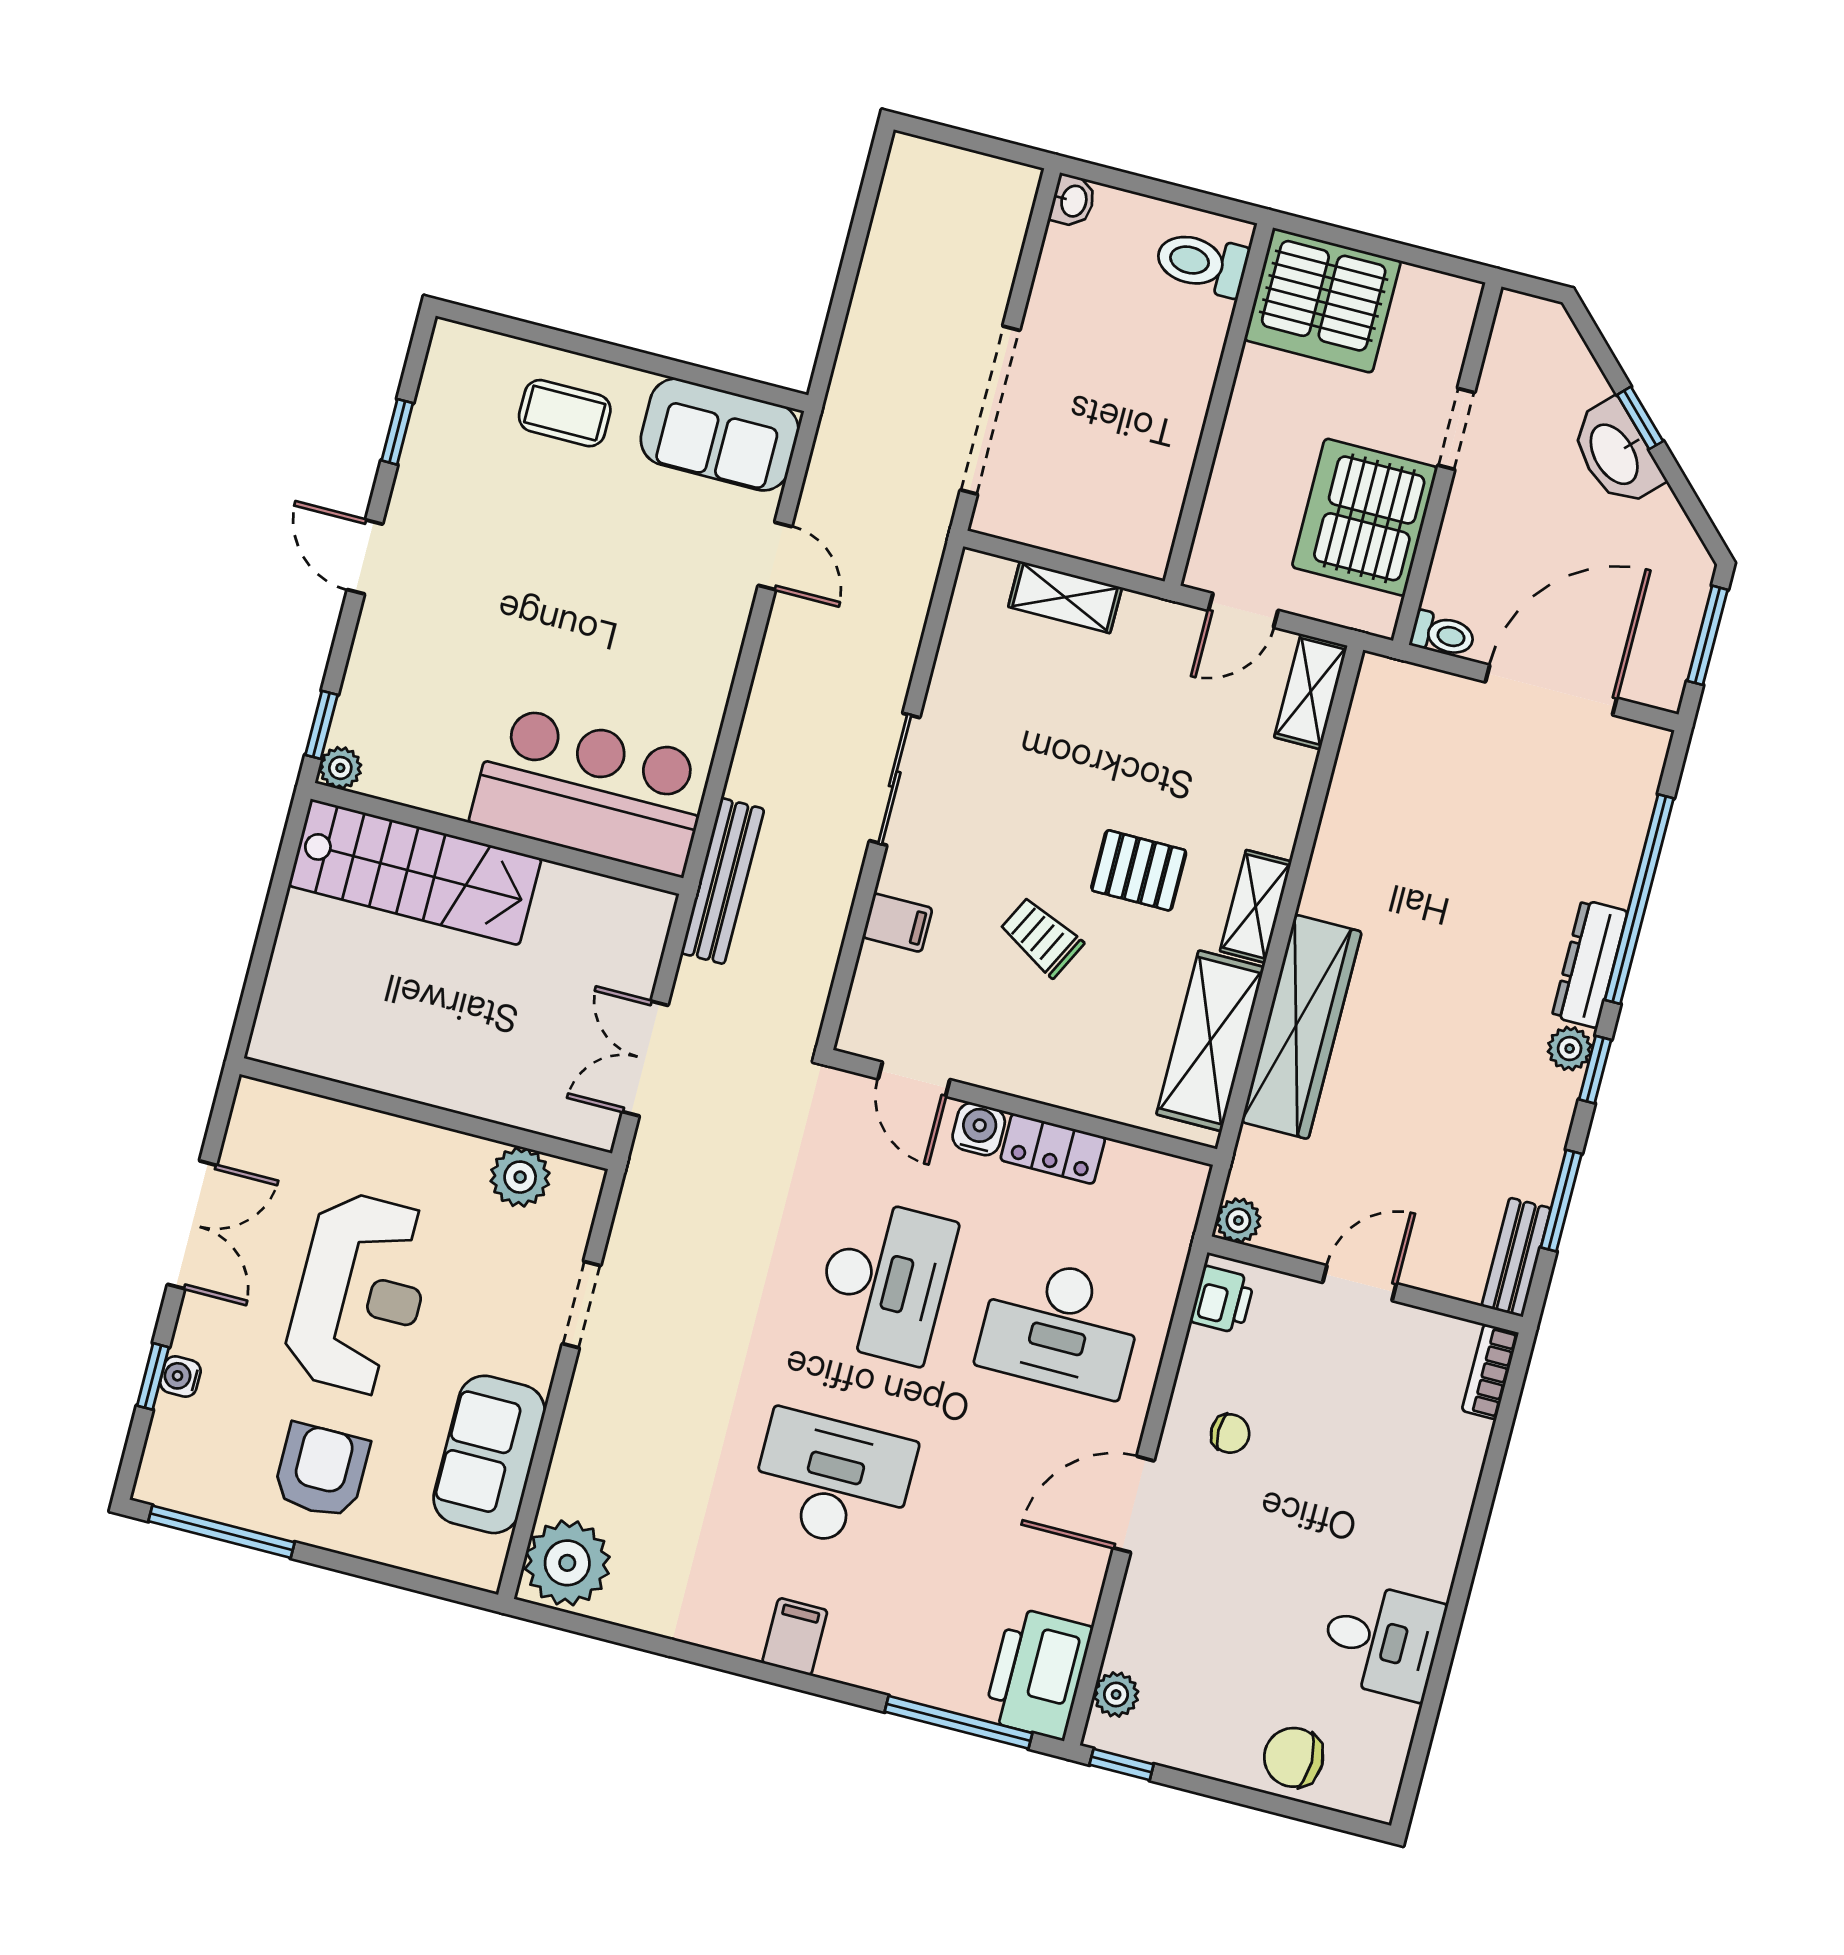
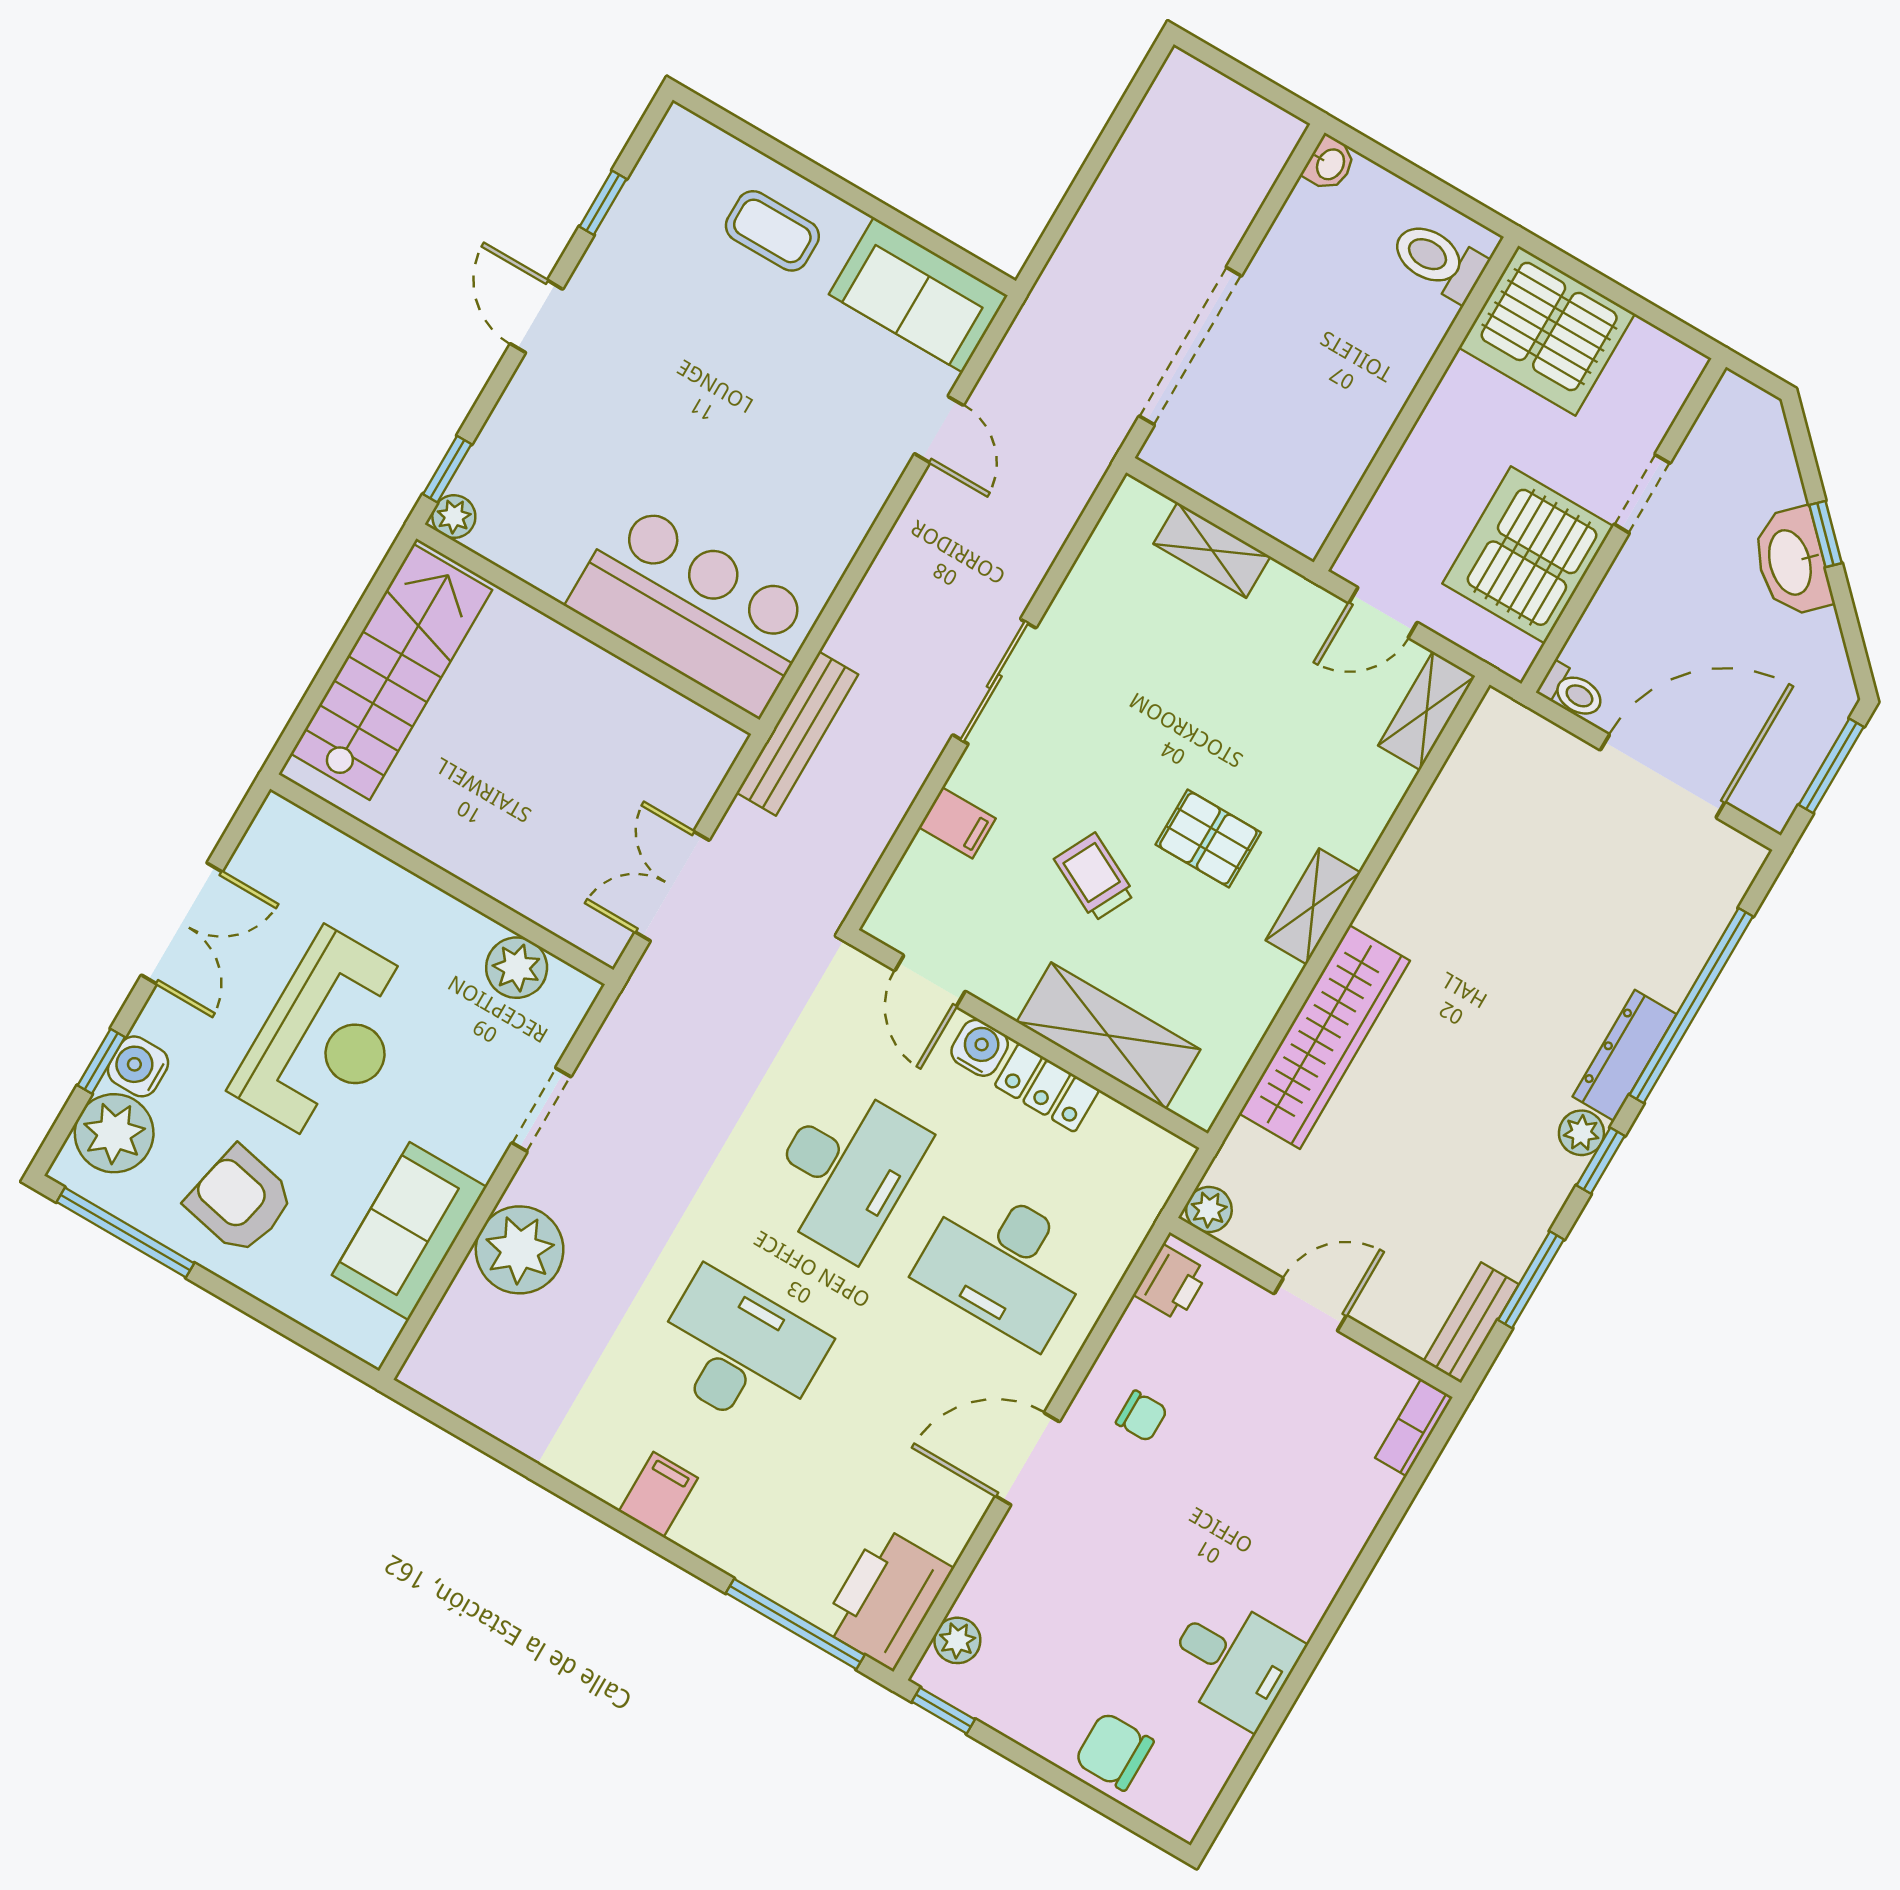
stairs: (415, 872) -> (391, 672), moved, turned -90
shelving: (1210, 1041) -> (1108, 1036), moved, turned 90
water cooler: (180, 1377) -> (138, 1066), width x1.38, depth x1.38
plant: (184, 1441) -> (114, 1133), added
armchair: (321, 1471) -> (240, 1200), turned -78
plant: (567, 1563) -> (520, 1250), moved

